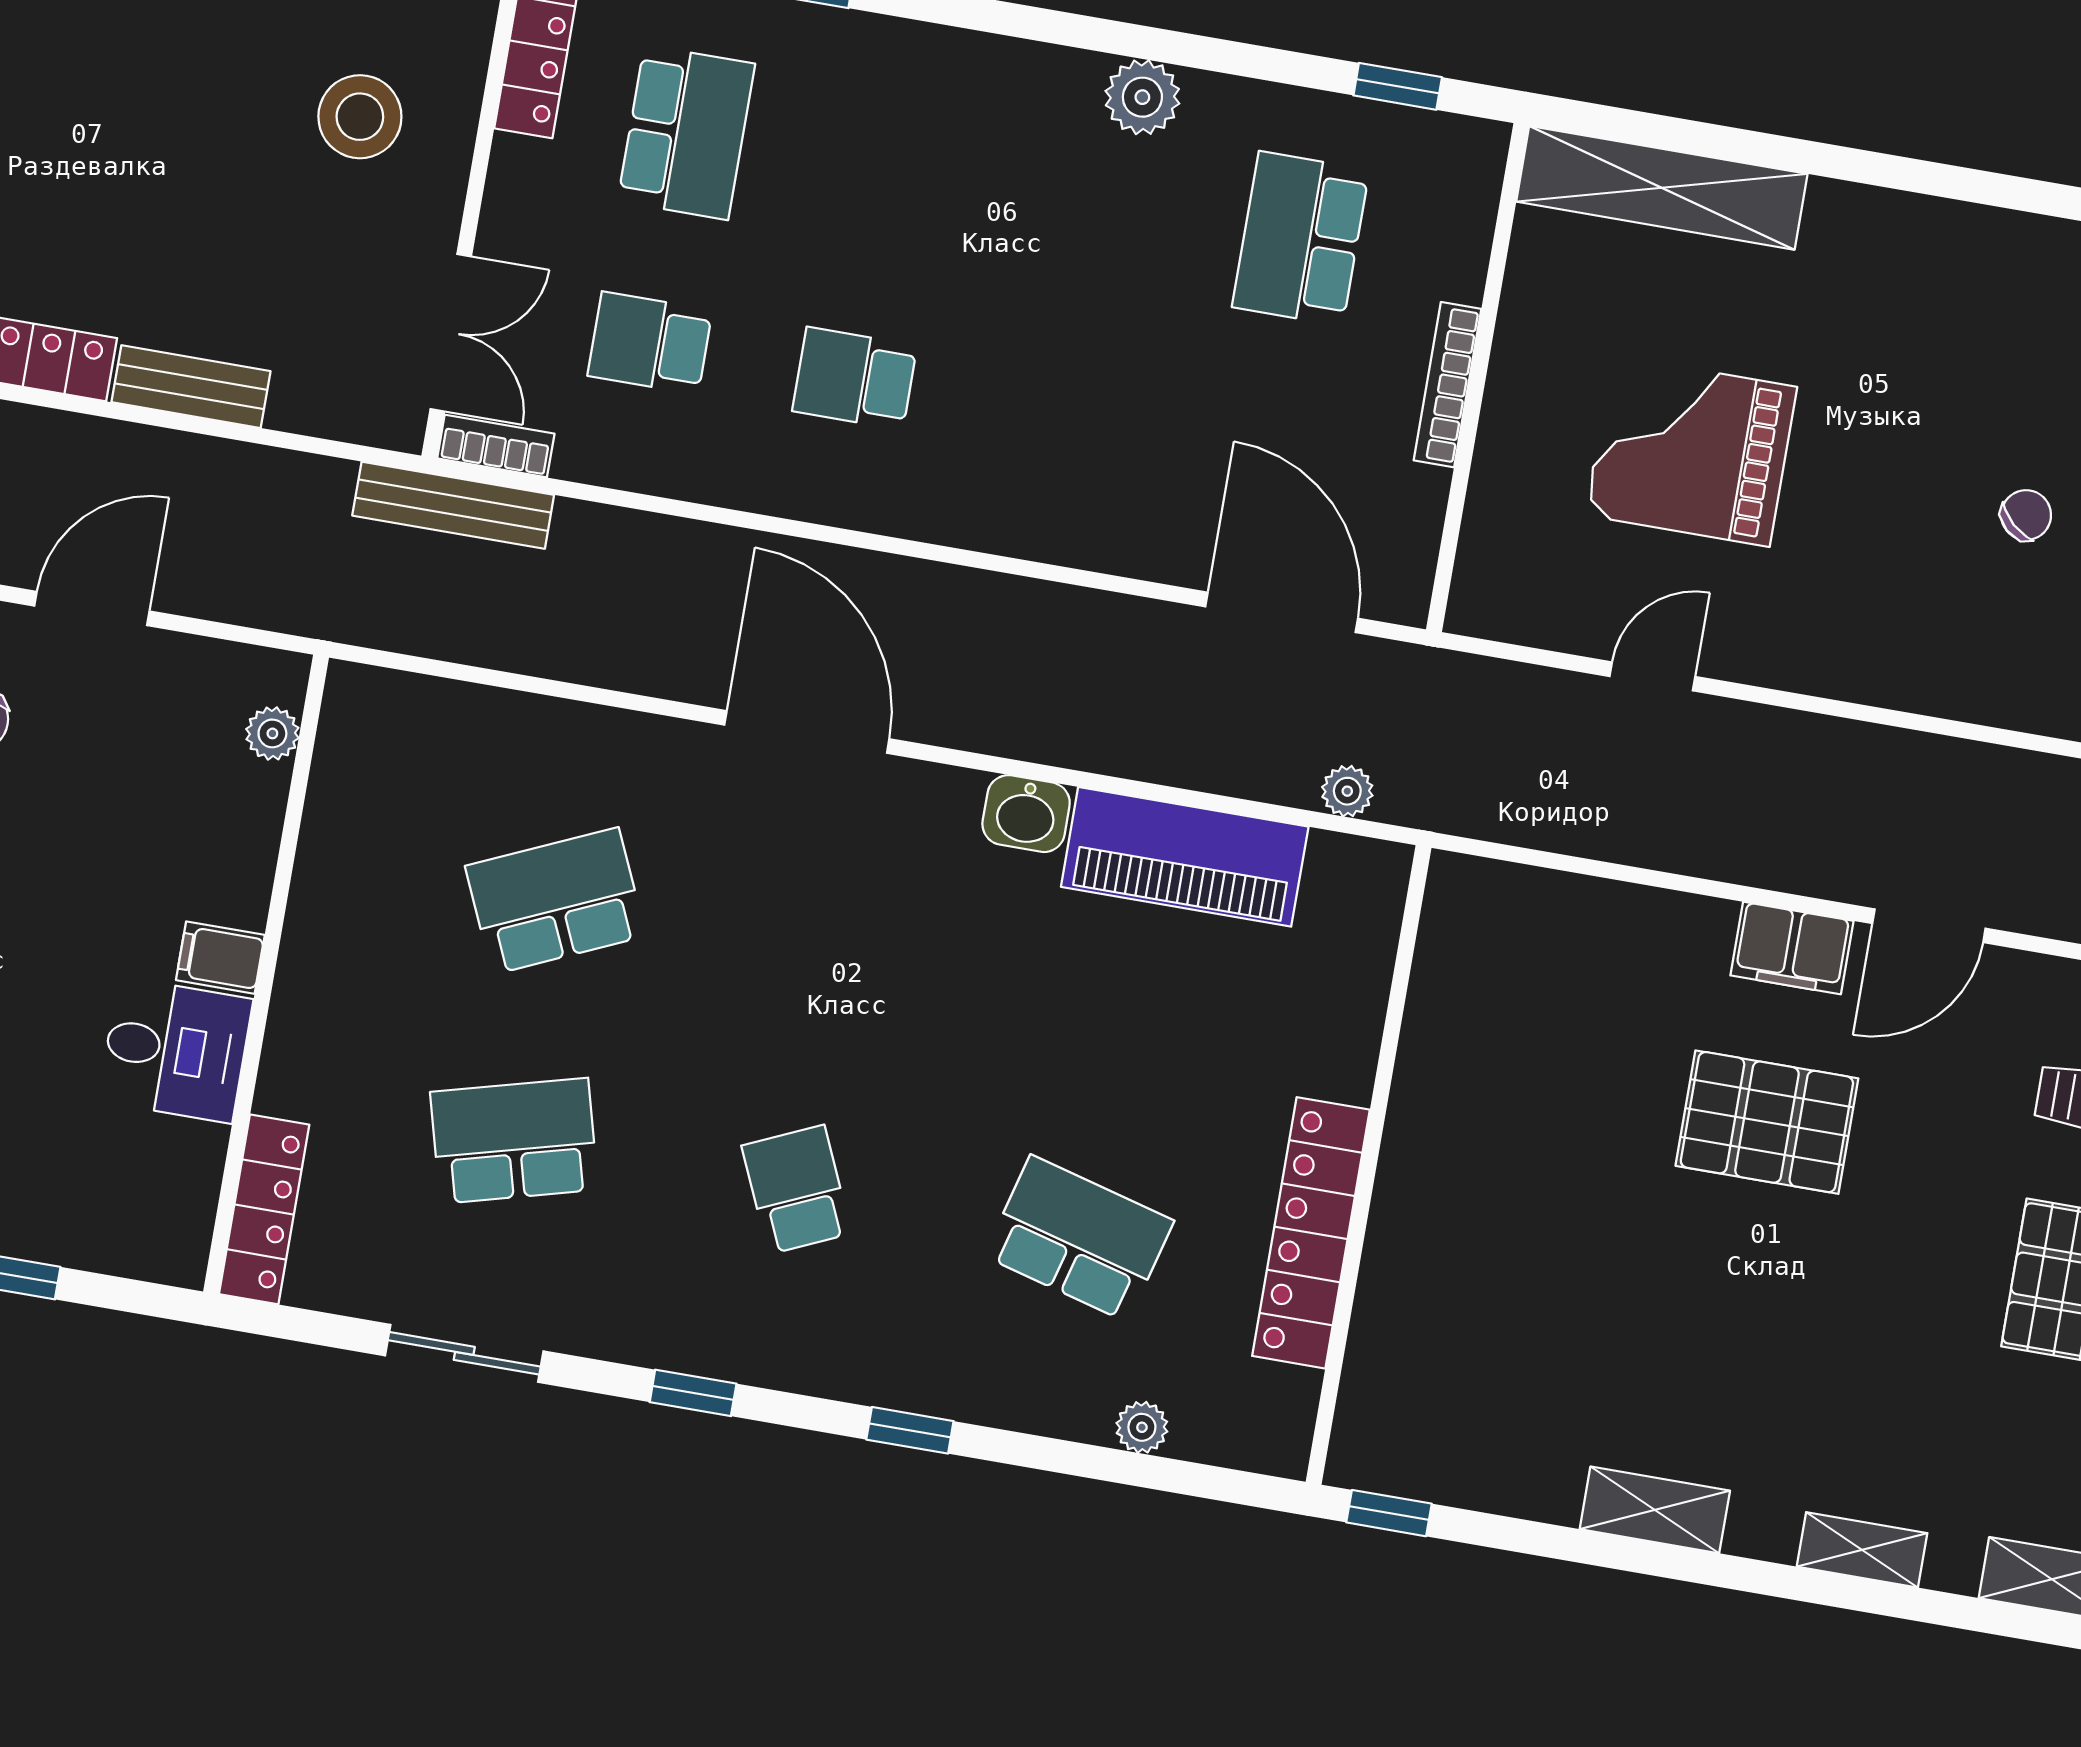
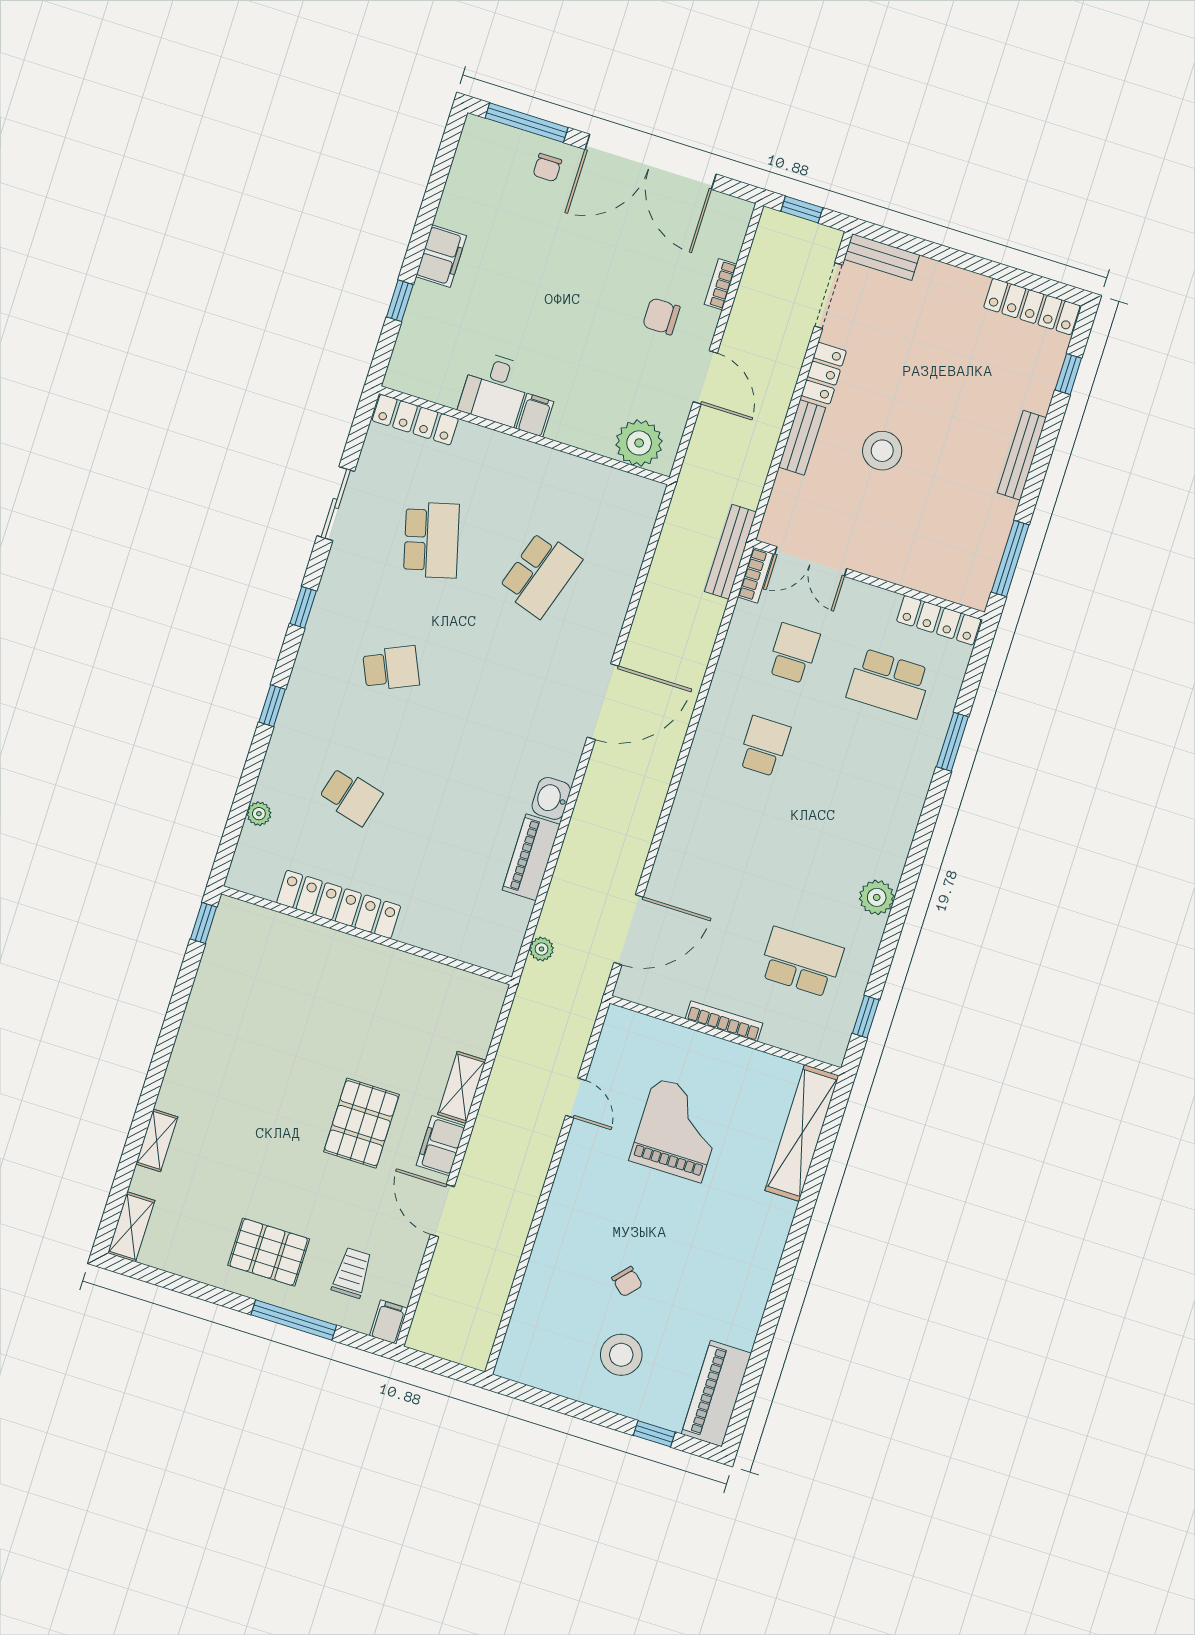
stool: (360, 117) -> (882, 451), moved
plant: (272, 733) -> (639, 443), width x1.87, depth x1.87
piano: (1185, 857) -> (531, 857), width x0.73, depth x0.75
school desk: (556, 901) -> (540, 574), turned 42
school desk: (1079, 1238) -> (351, 796), width x0.54
shelving: (1655, 1510) -> (462, 1087), moved

